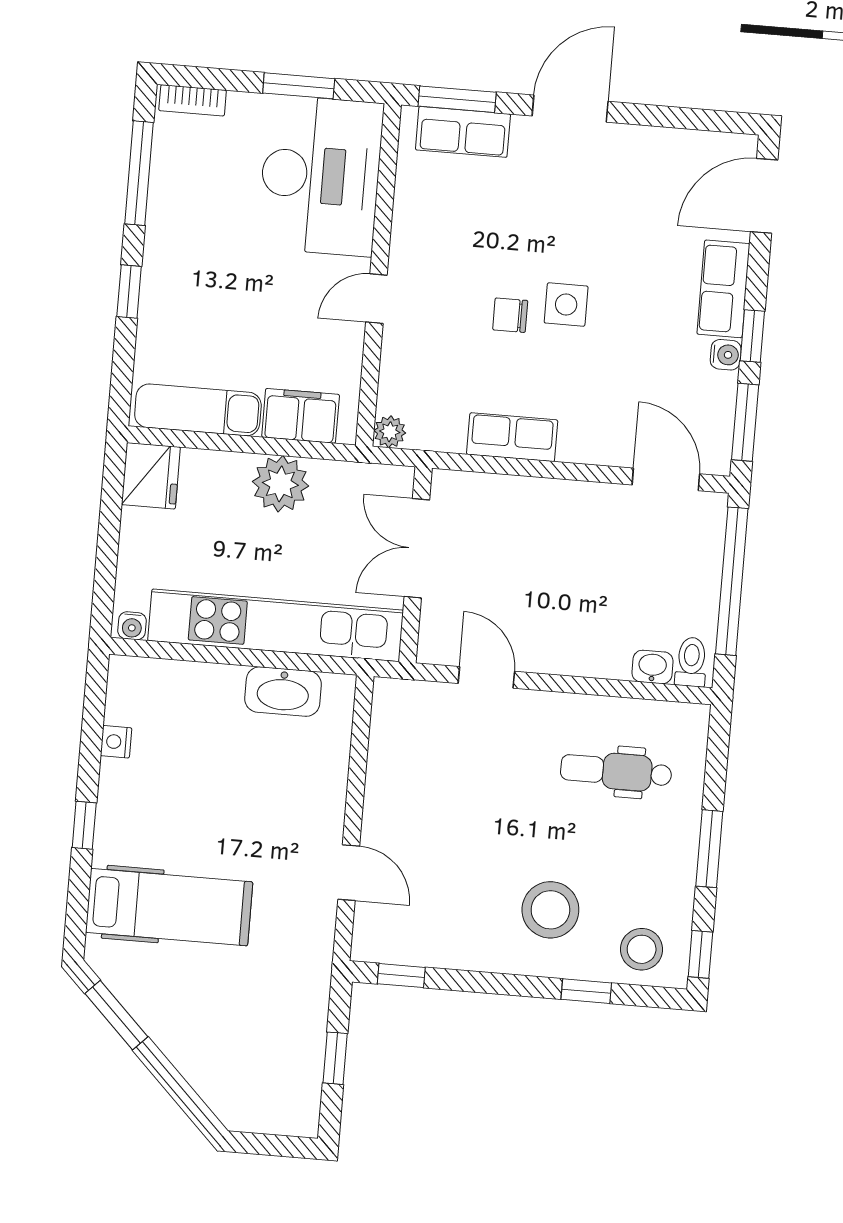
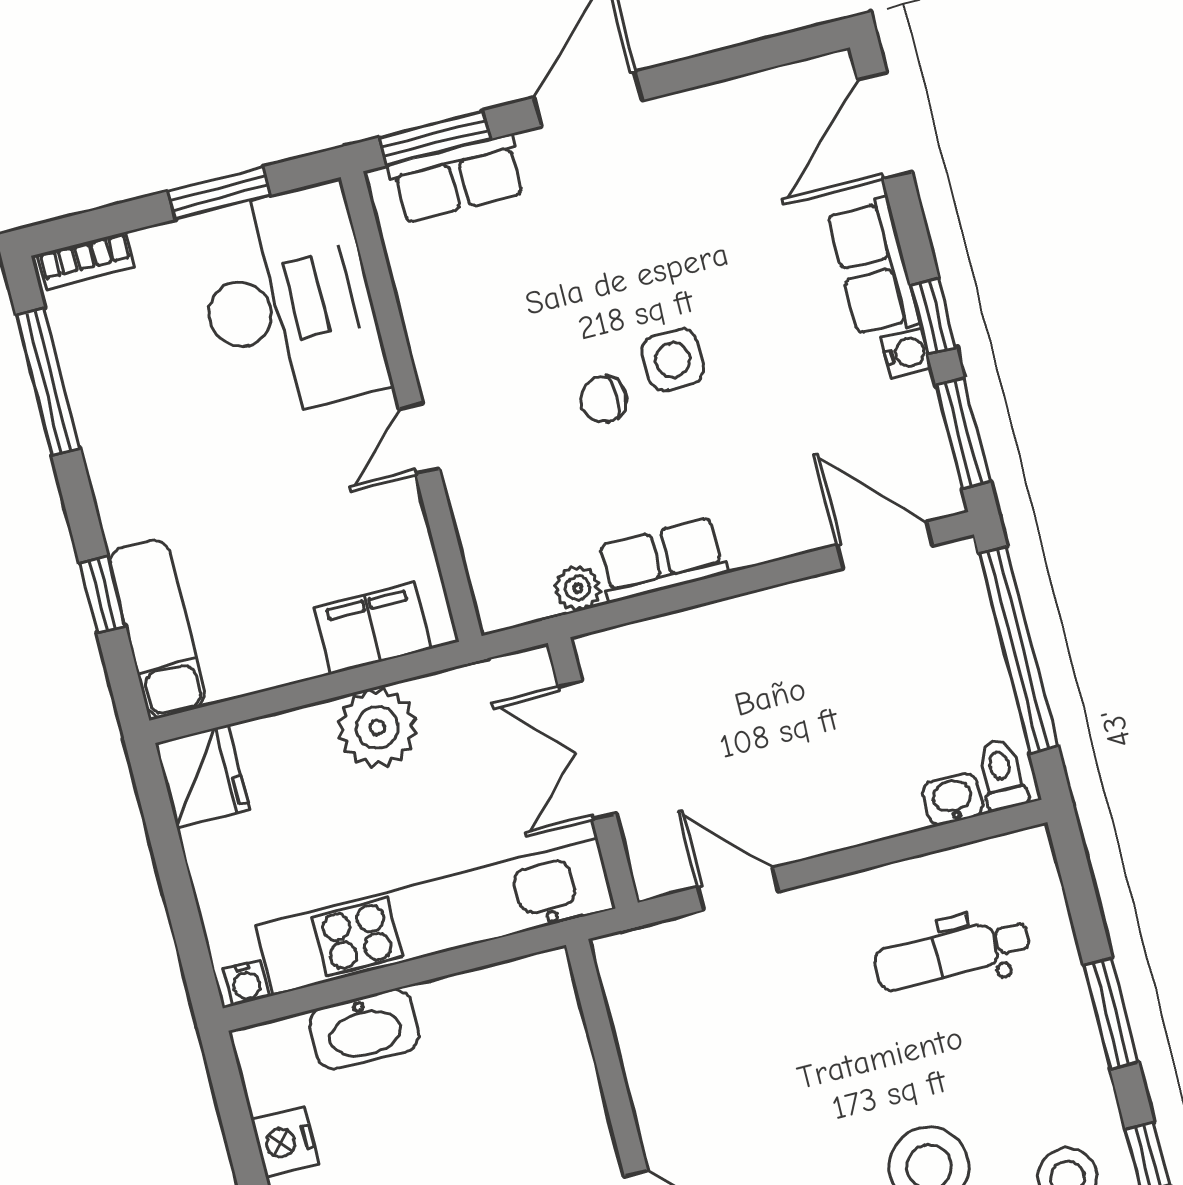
window: (129, 291) -> (102, 594), moved
exam couch: (198, 410) -> (157, 628), moved, turned 90
plant: (390, 432) -> (578, 588), moved
washbasin: (283, 692) -> (364, 1029), moved
nightstand: (116, 742) -> (285, 1142), width x1.39, depth x1.35

